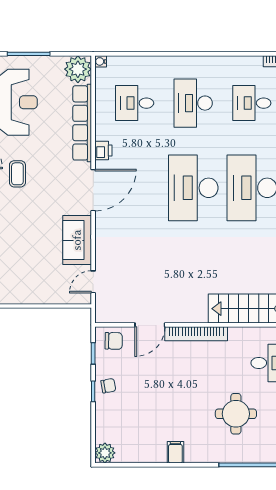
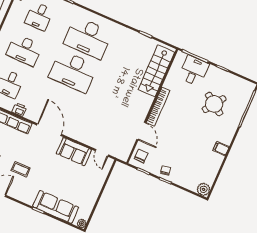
printer: (103, 150) -> (19, 109), moved
round table: (236, 414) -> (214, 104), turned 35

